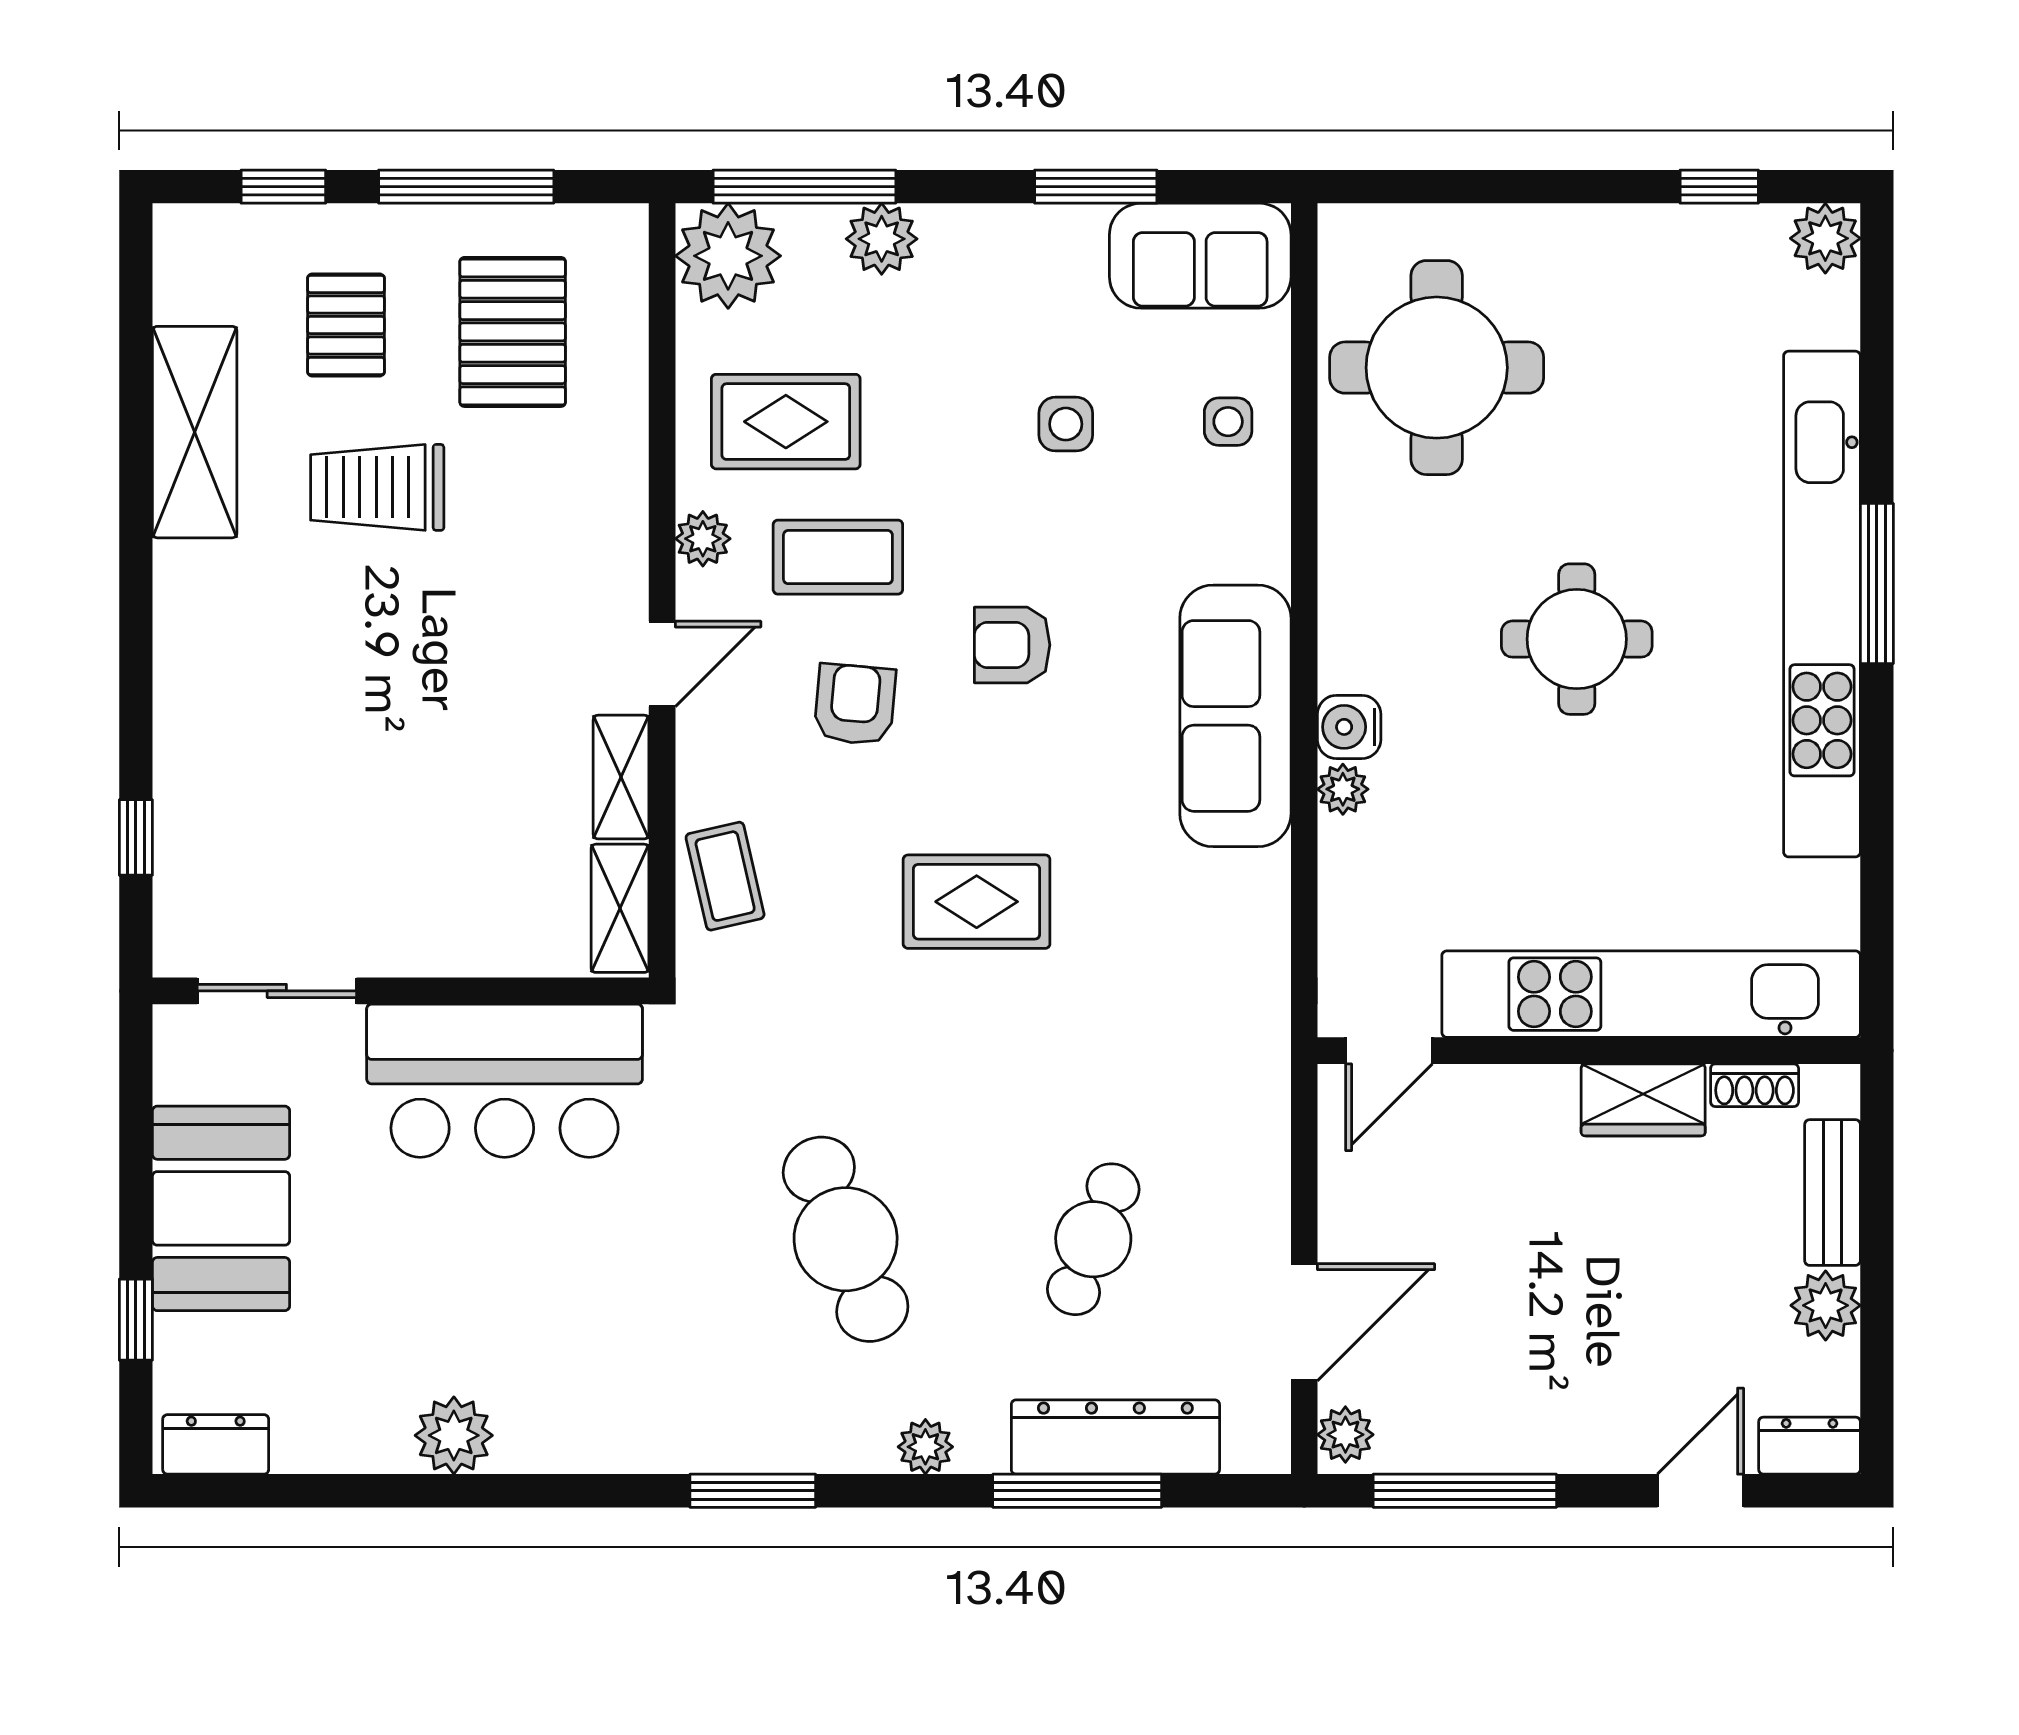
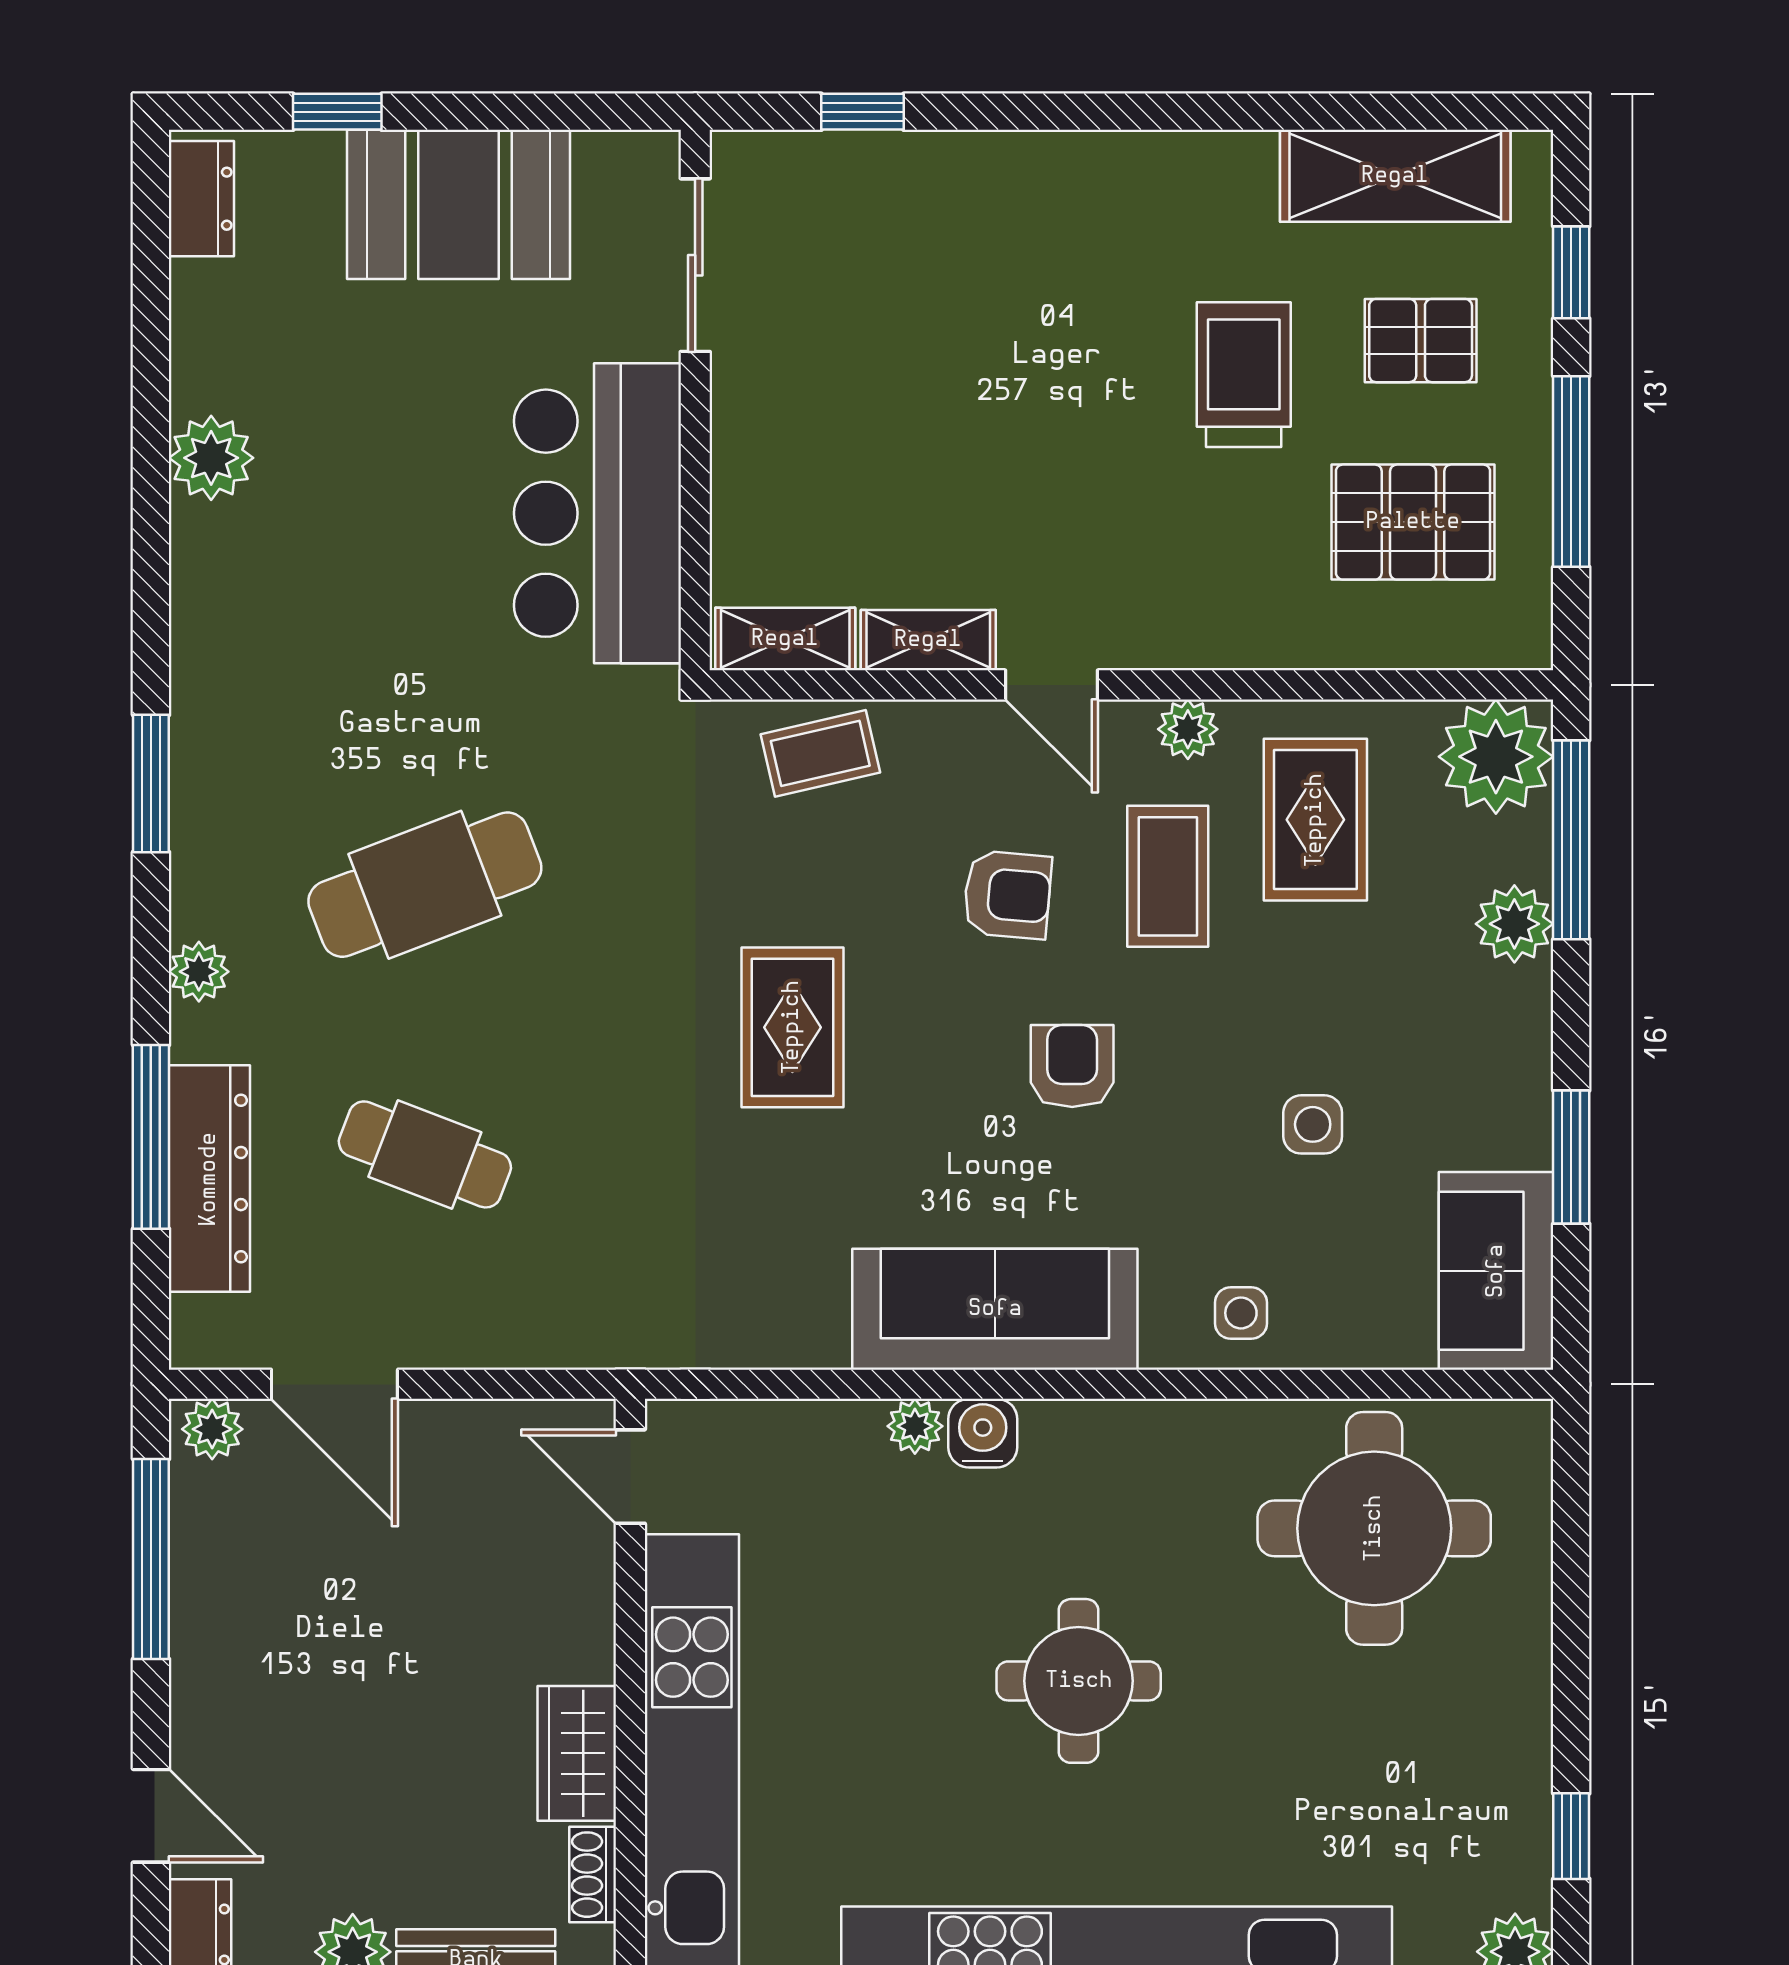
side table: (1228, 422) -> (1241, 1313), moved
shelving: (195, 432) -> (1395, 176), moved

